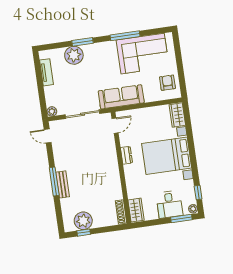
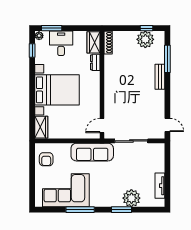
plant: (52, 111) -> (160, 148), removed
dresser: (126, 155) -> (95, 62), moved
window: (54, 181) -> (167, 59), moved

